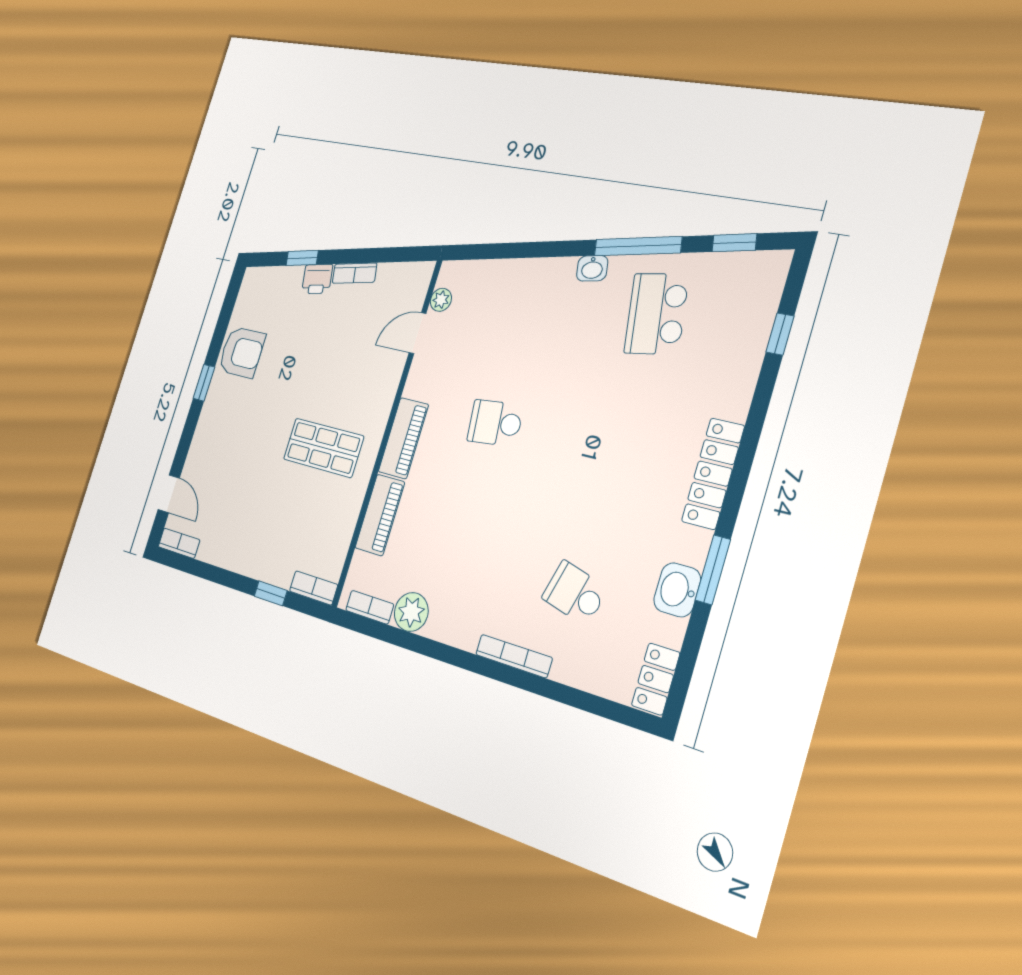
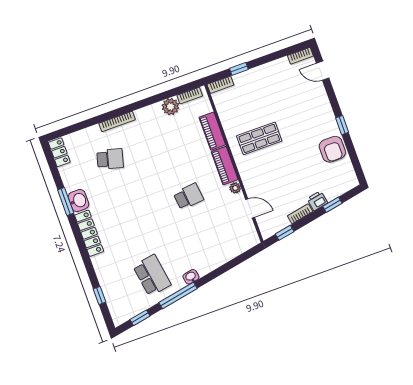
window: (397, 255) -> (285, 233), added
plant: (441, 300) -> (235, 188), moved
door: (418, 333) -> (250, 208), hinge flipped
armchair: (242, 352) -> (332, 149), turned -90
washbasin: (677, 590) -> (78, 201), moved

